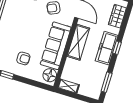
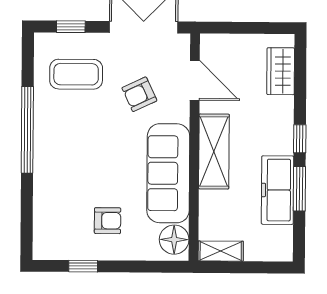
freezer: (107, 48) -> (278, 190), moved
window: (107, 82) -> (299, 189), moved

